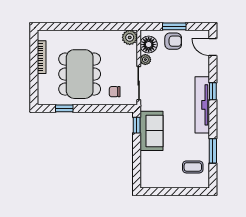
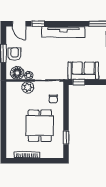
plant: (130, 37) -> (28, 87), moved
door: (213, 47) -> (19, 24), hinge flipped
dining table: (80, 74) -> (40, 126), width x0.73
window: (213, 91) -> (38, 24), moved

